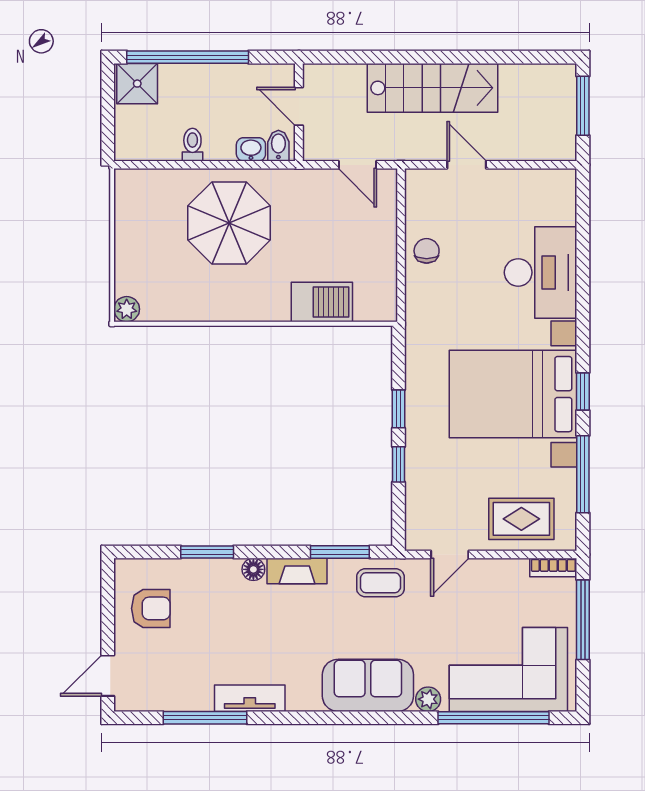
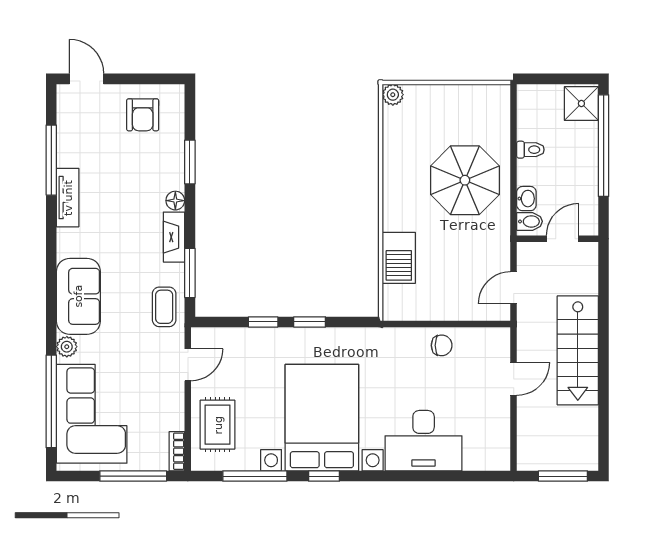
door: (450, 554) -> (188, 365), swing flipped

